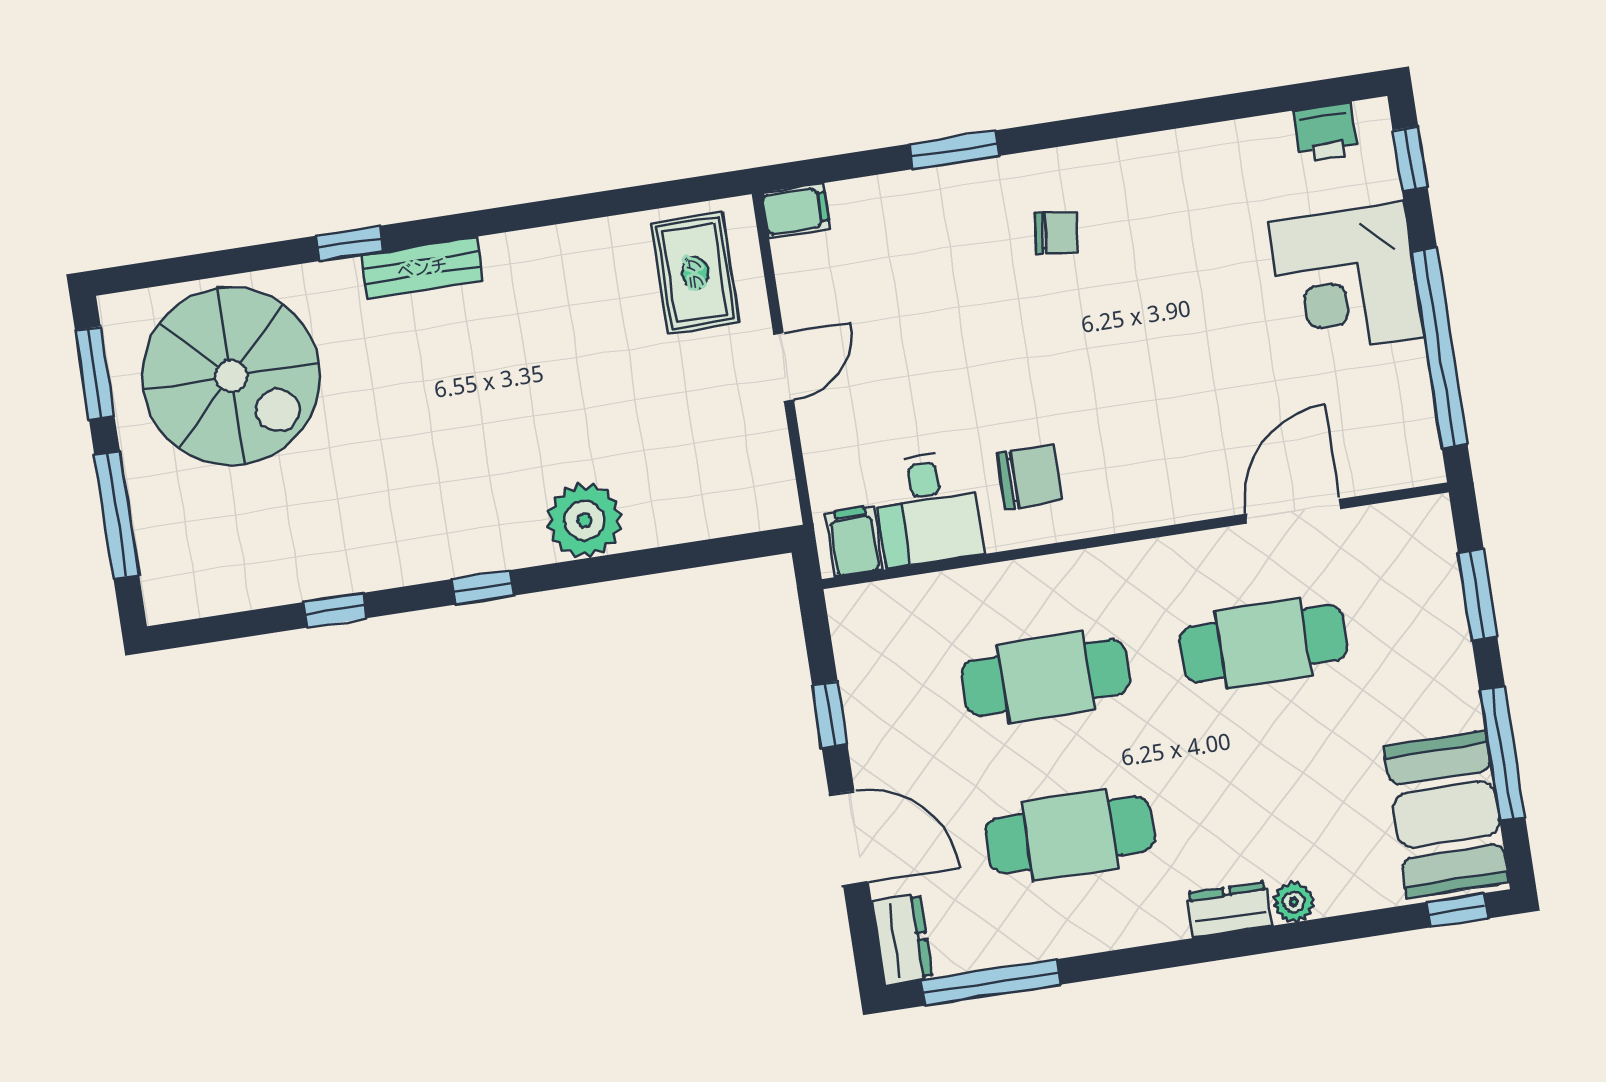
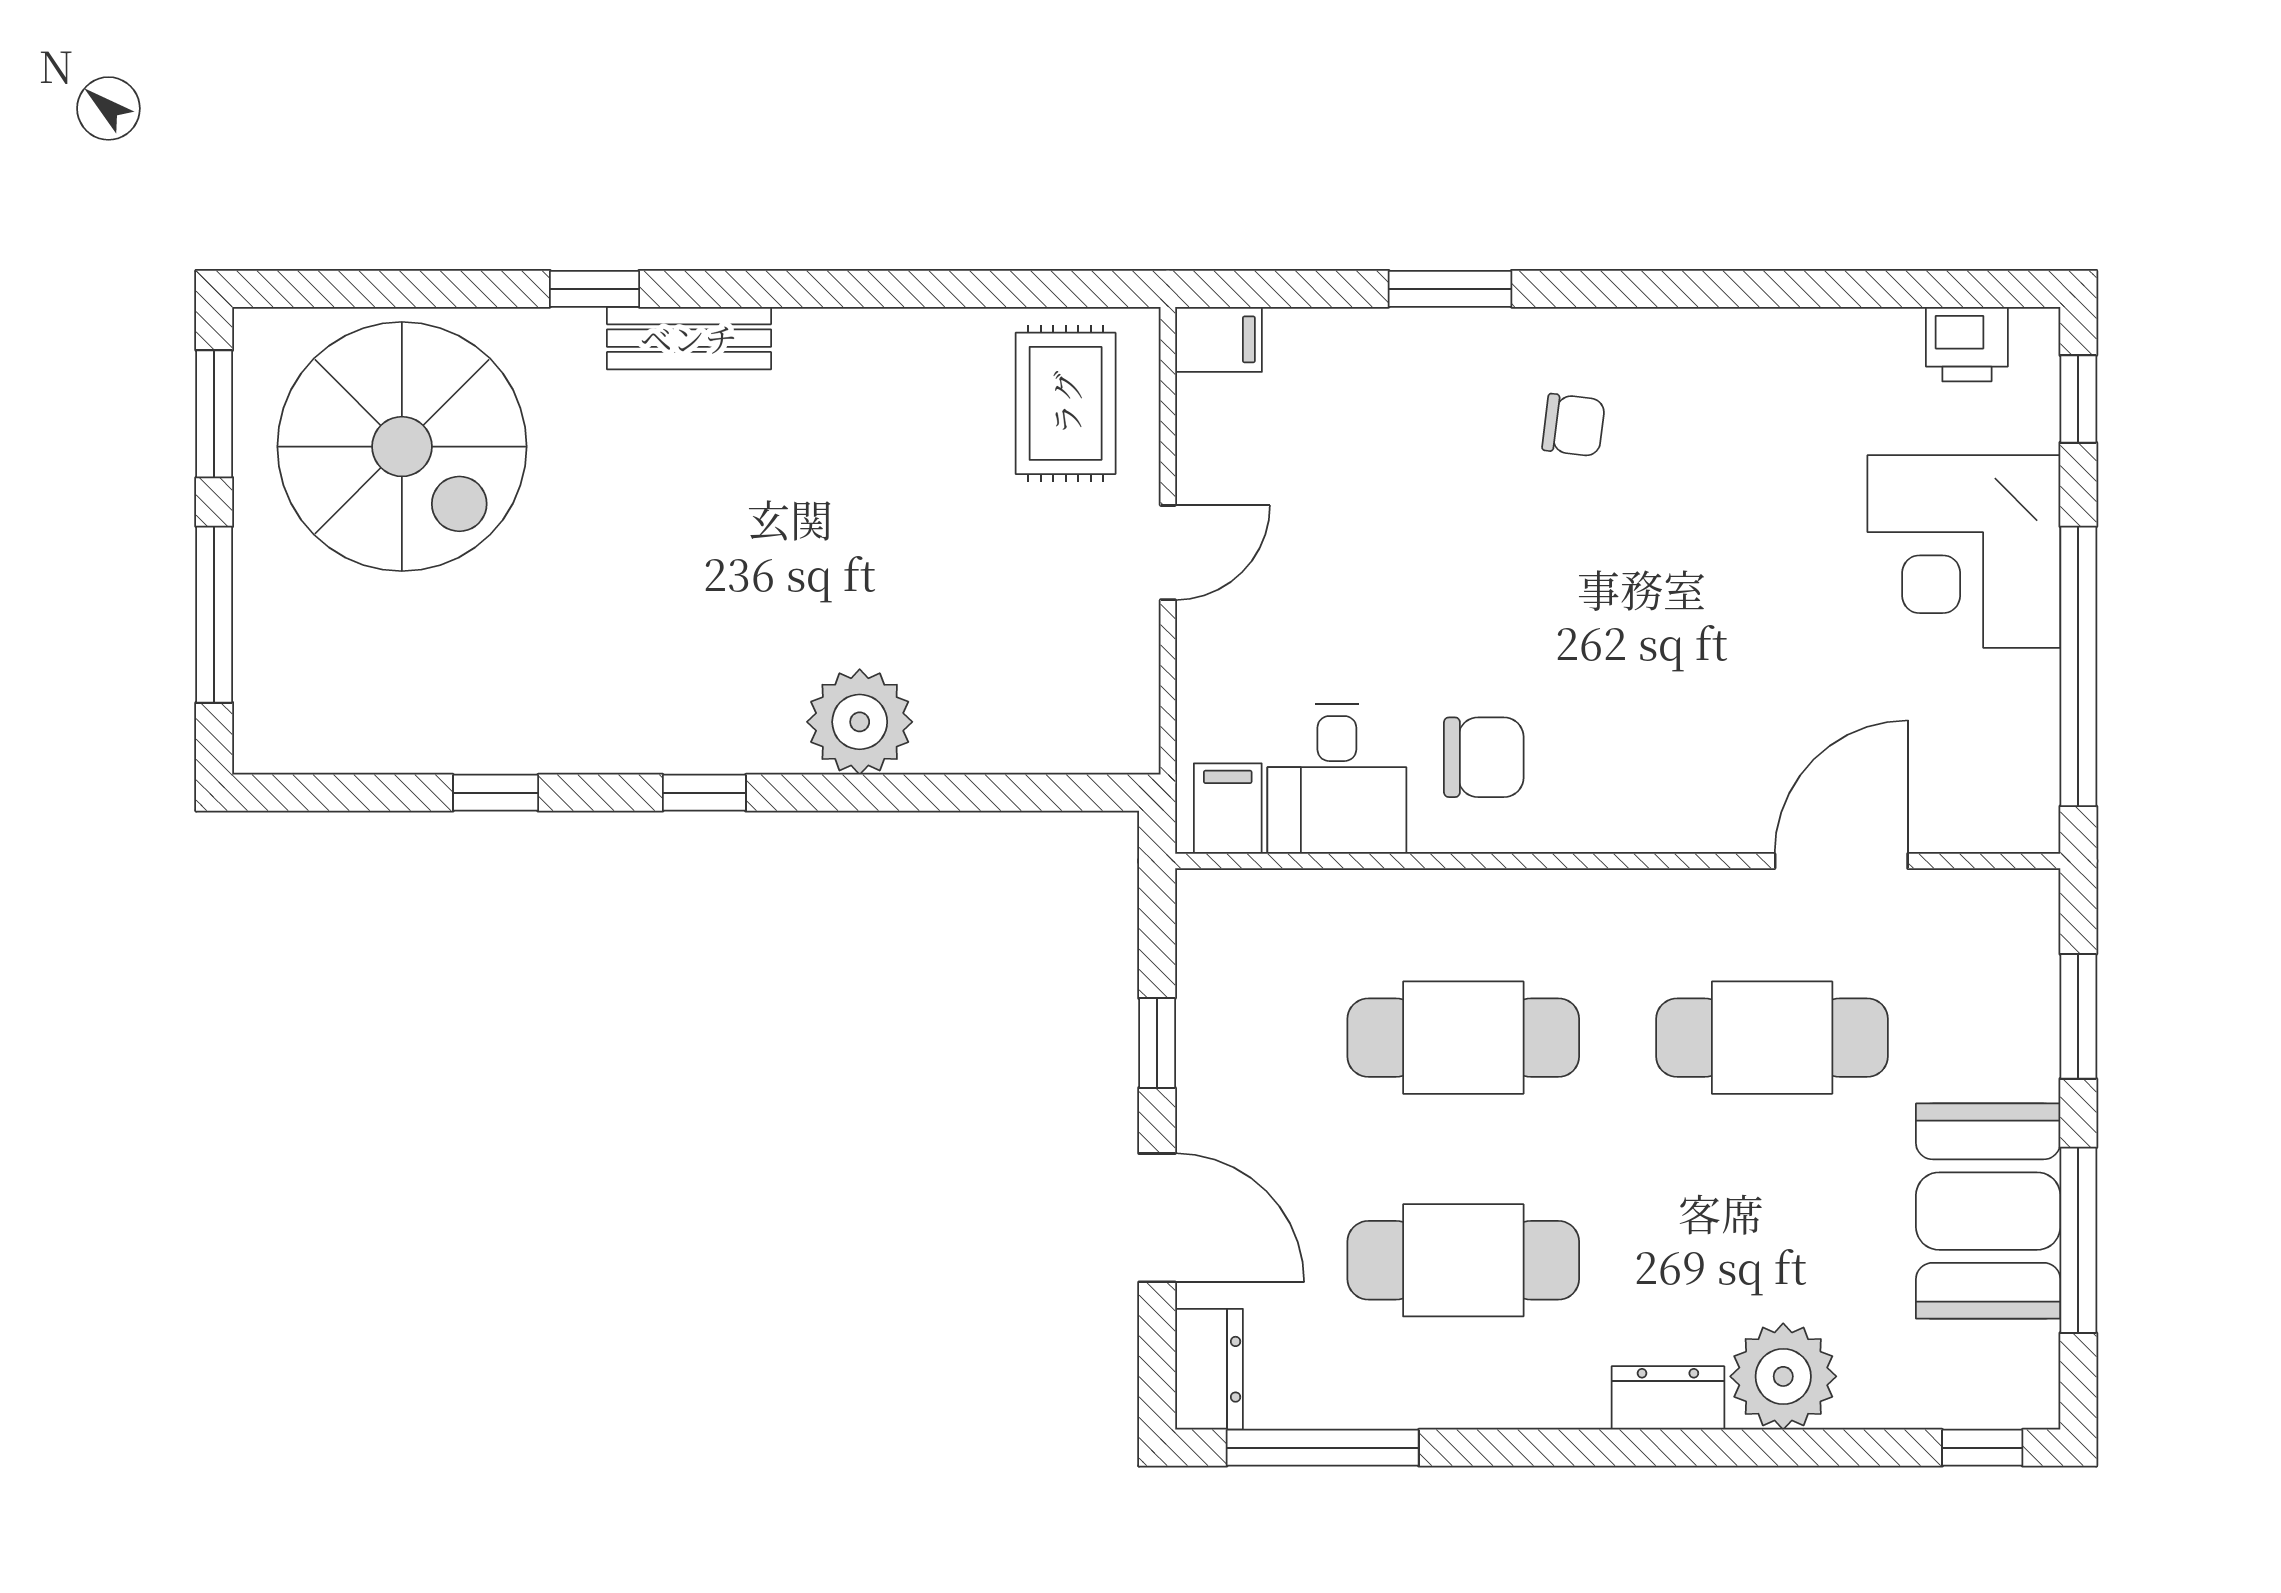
booth: (1446, 814) -> (1988, 1211), moved
plant: (1294, 902) -> (1783, 1376), width x1.88, depth x1.88

